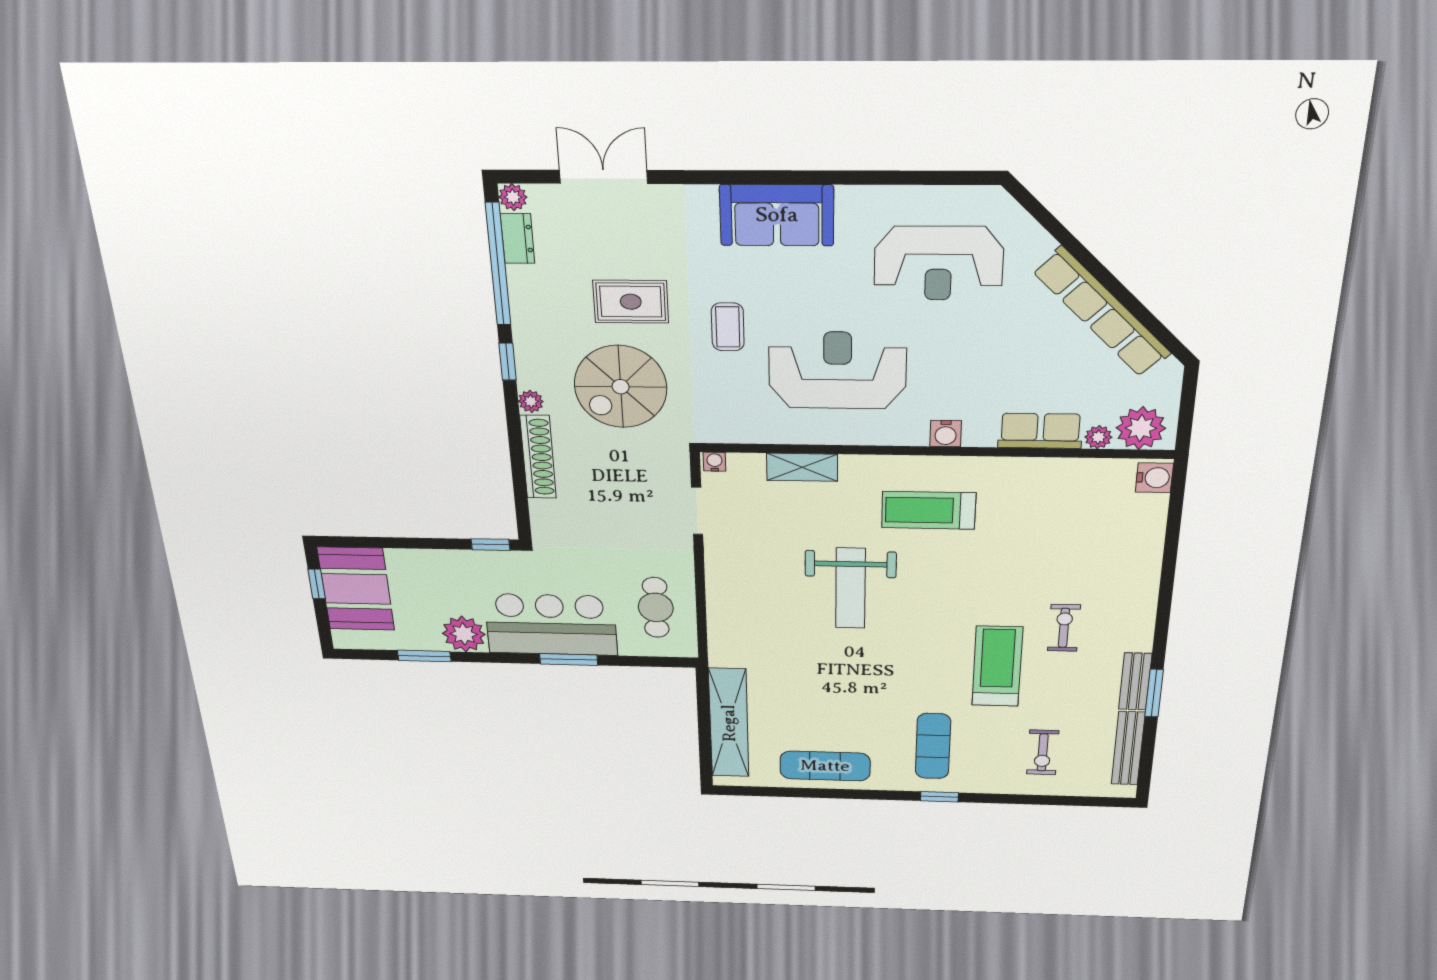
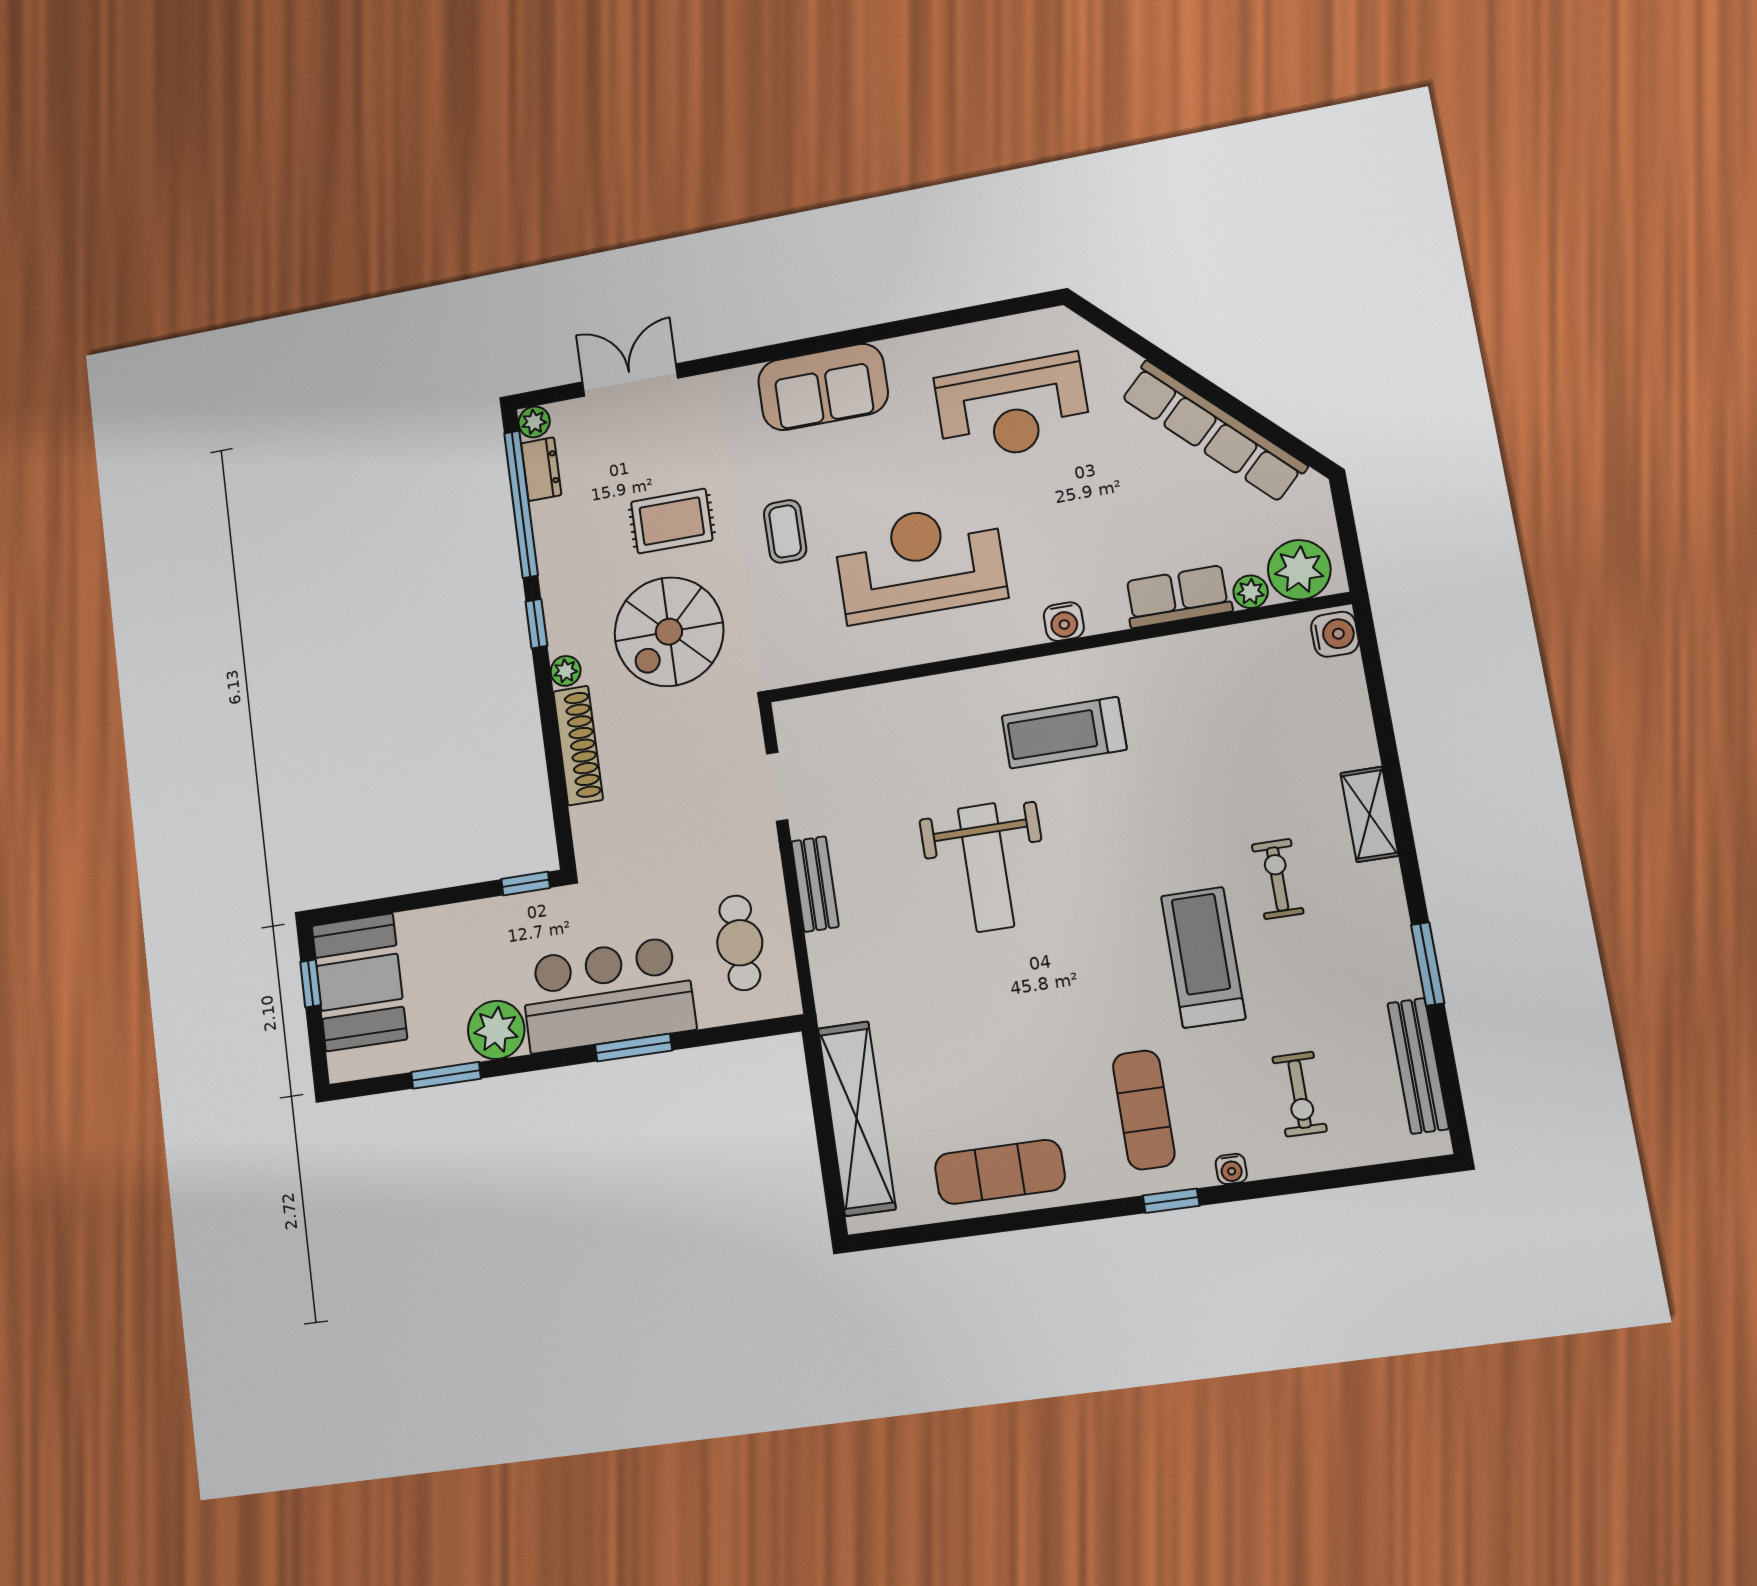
water cooler: (714, 462) -> (1231, 1169), moved, turned 180
shelving: (802, 467) -> (1369, 814), moved, turned 90
bench: (1135, 681) -> (815, 884), moved

